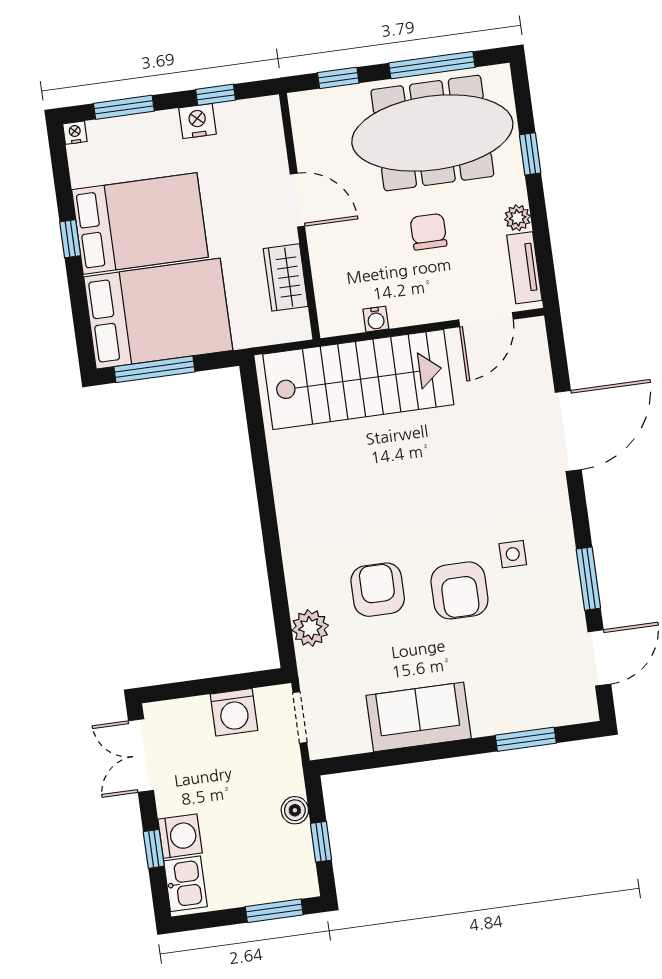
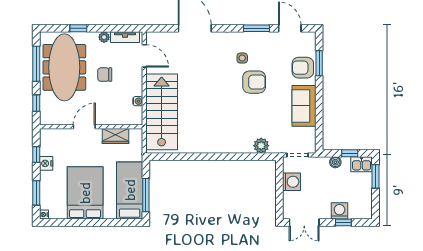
window: (70, 239) -> (87, 222), removed
bed: (158, 314) -> (130, 190), width x0.67
armchair: (378, 590) -> (303, 68), moved
kitchen sink: (185, 884) -> (362, 164), moved, turned 180

